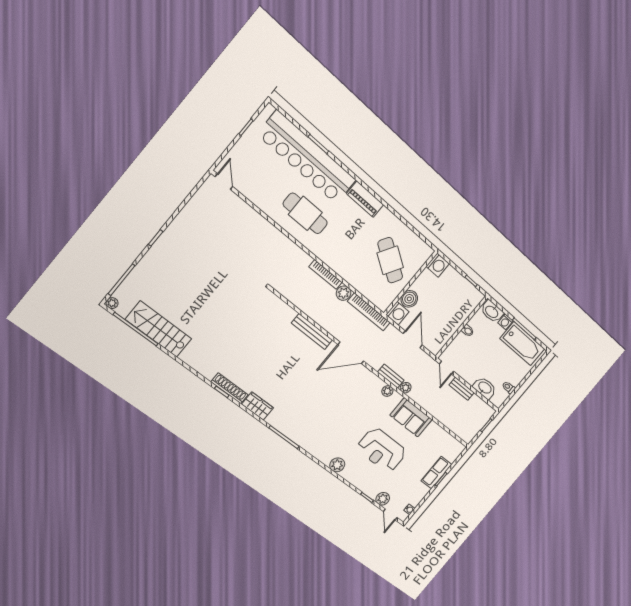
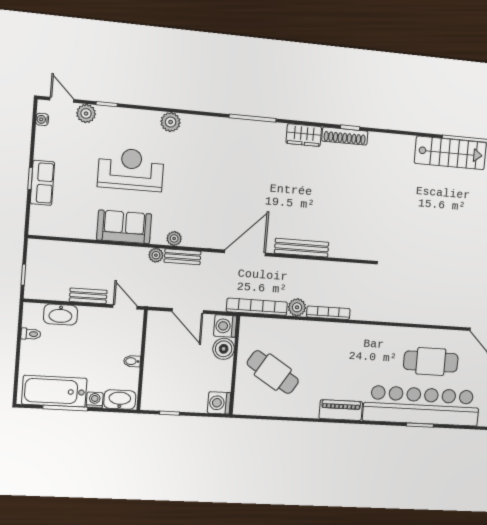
cafe table: (305, 213) -> (431, 362), moved

